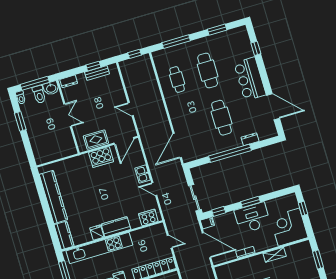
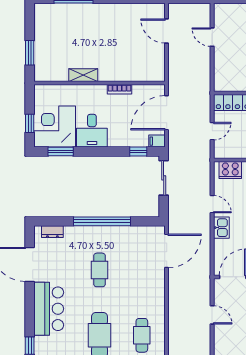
cafe table: (221, 118) -> (100, 270), width x0.73, depth x0.74
dresser: (250, 139) -> (52, 232), moved
window: (251, 202) -> (61, 151), moved
desk: (252, 218) -> (92, 131), width x0.73
corner desk: (289, 227) -> (55, 127), moved, turned 180
door: (170, 242) -> (212, 131), swing flipped
door: (207, 245) -> (167, 113), hinge flipped

